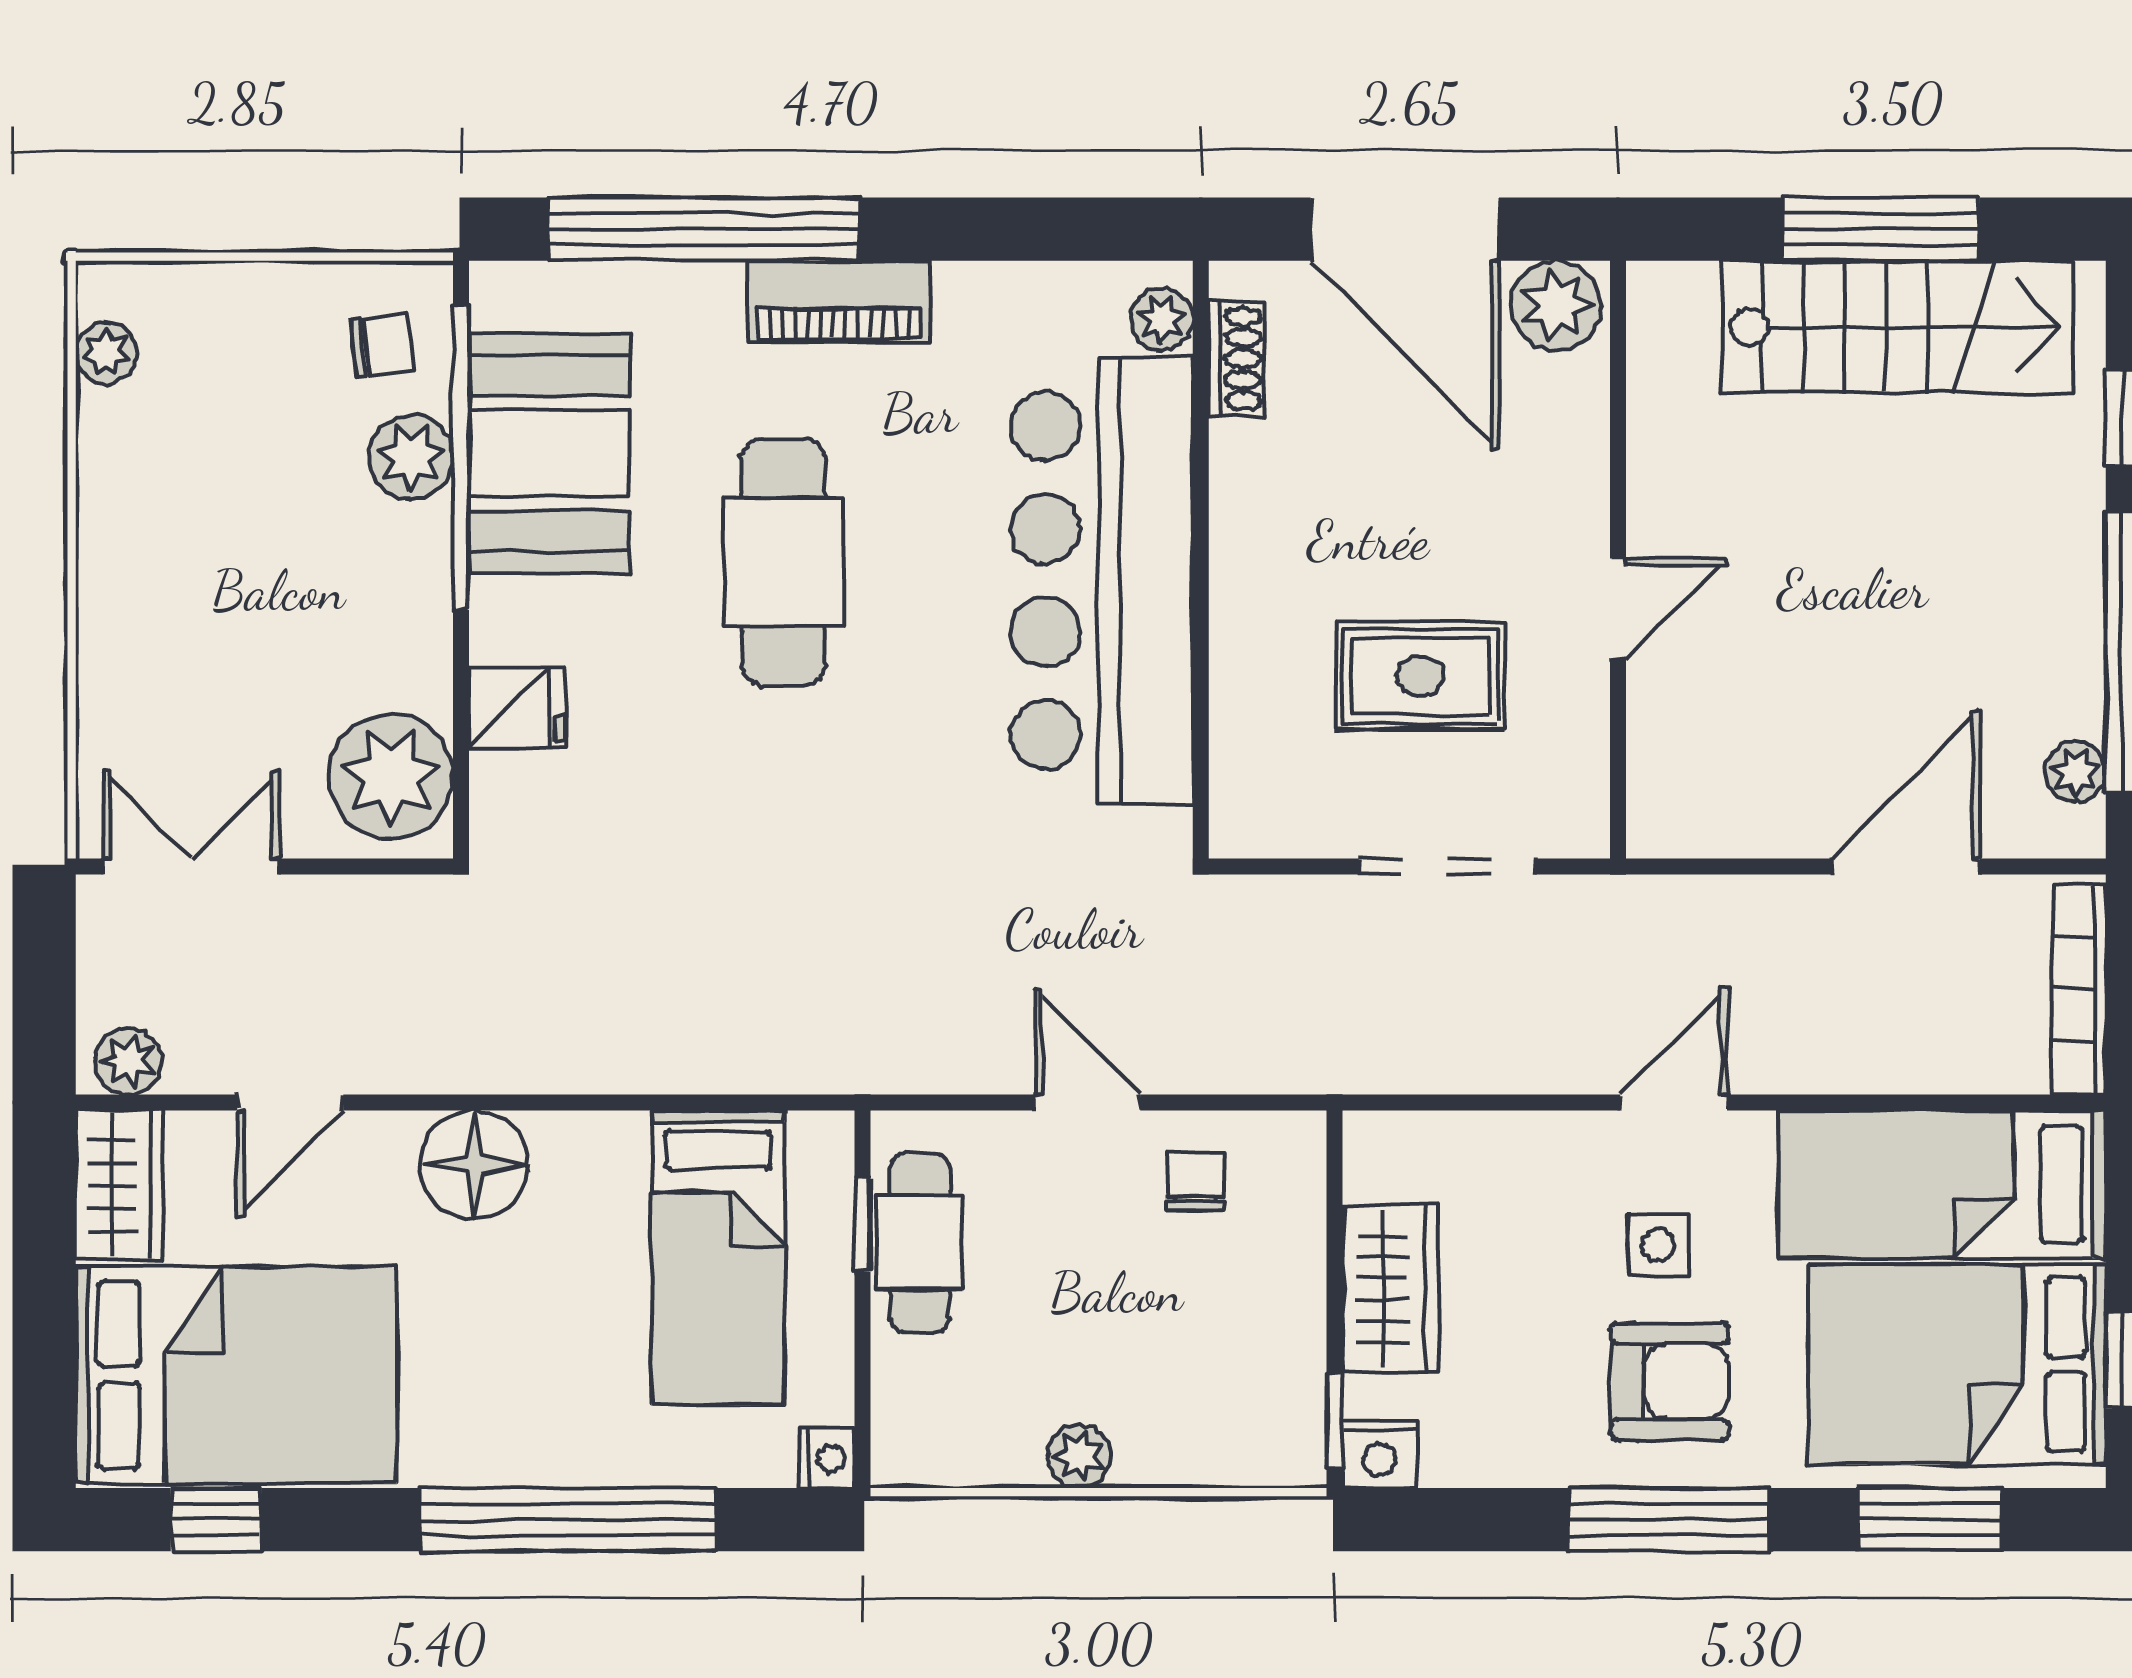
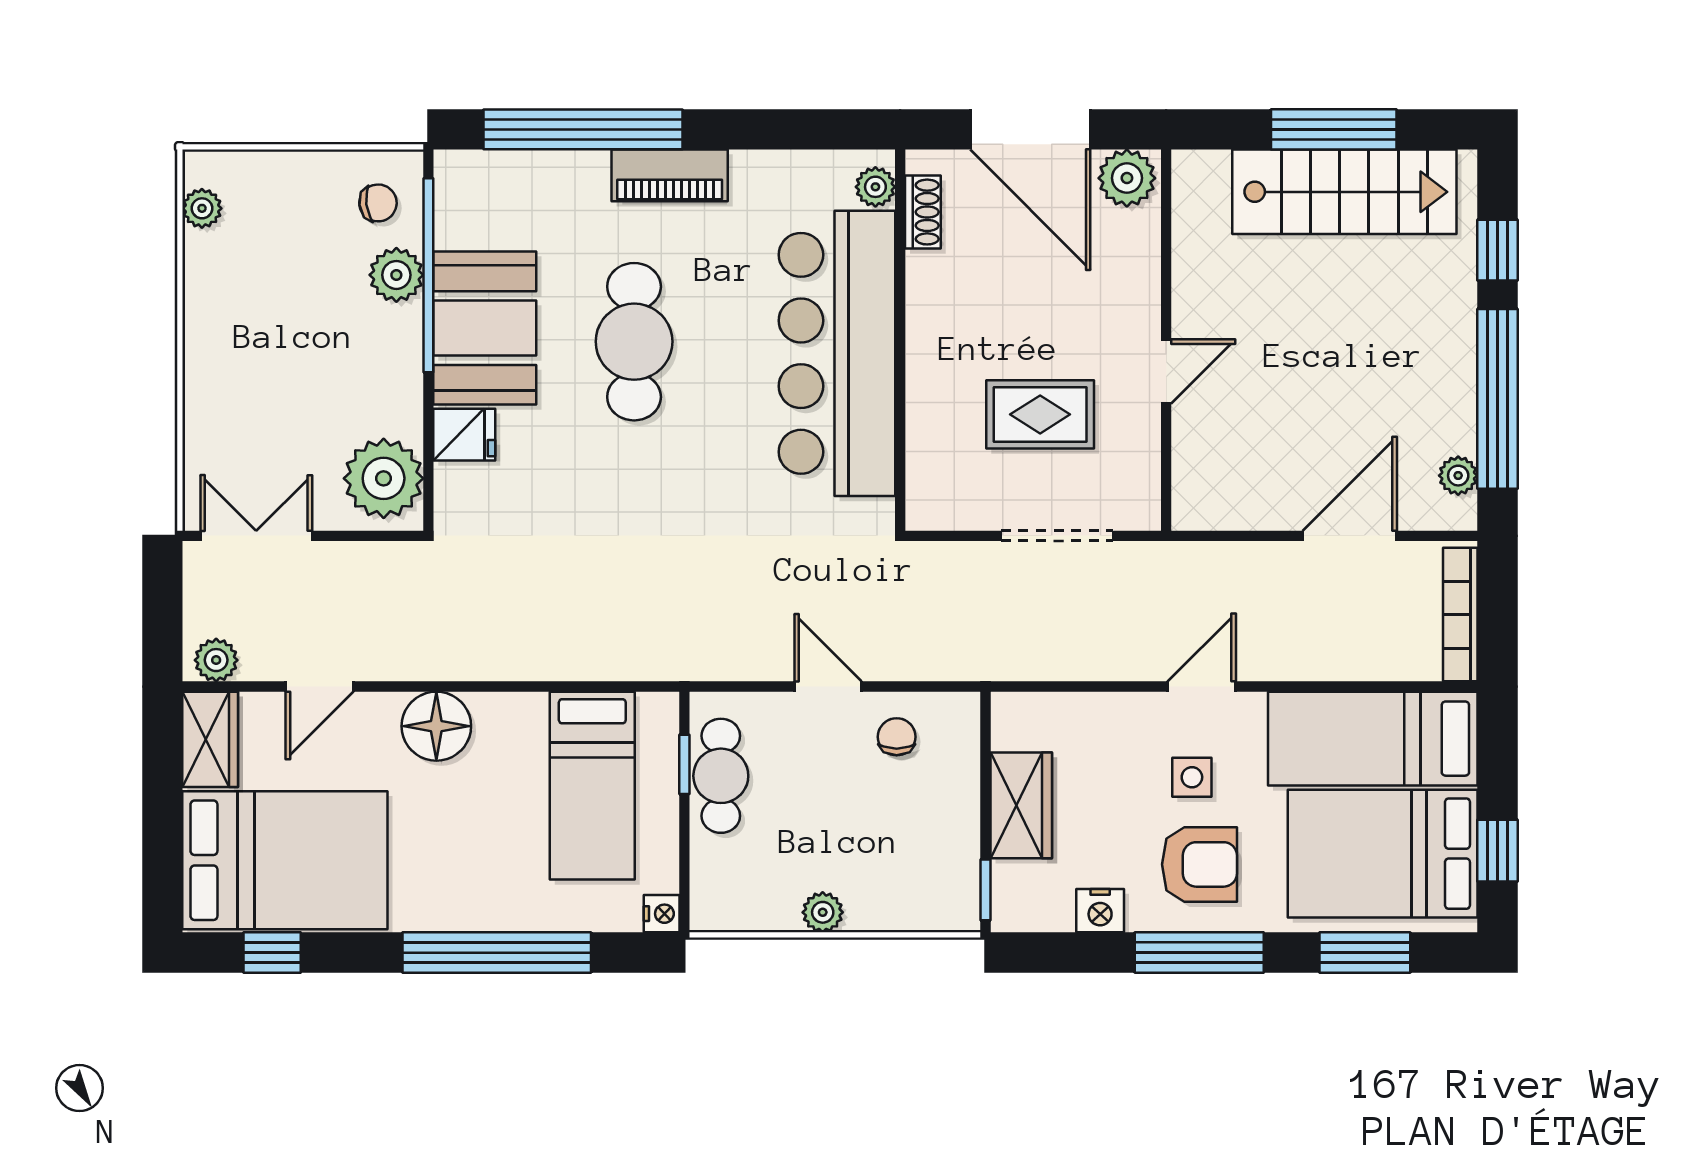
booth: (550, 453) -> (485, 328), moved
nightstand: (1380, 1454) -> (1100, 911), moved

